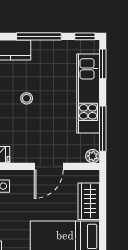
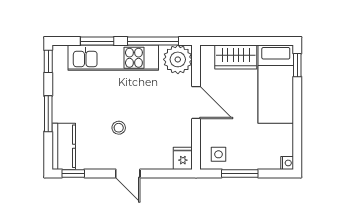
window: (39, 36) -> (48, 114), width x0.69
window: (103, 64) -> (97, 41), moved
plant: (93, 156) -> (178, 59), width x1.87, depth x1.87

